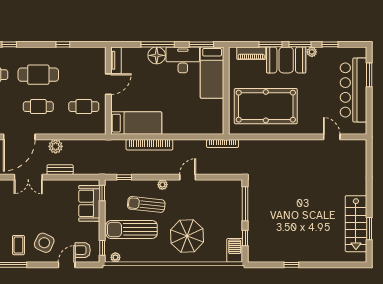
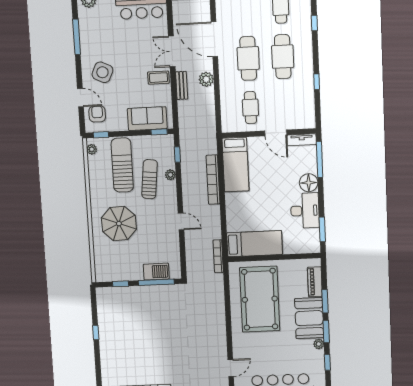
window: (158, 44) -> (320, 159), moved
bed: (212, 73) -> (255, 244), moved, turned 180
cafe table: (38, 107) -> (248, 58), width x1.37, depth x1.35
plant: (162, 185) -> (170, 175), moved
coffee table: (18, 245) -> (158, 78), moved
barbecue: (235, 250) -> (156, 272), moved

